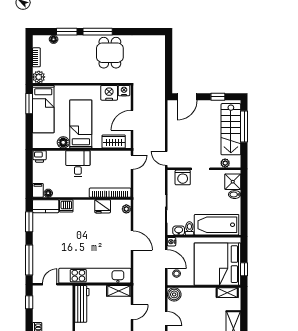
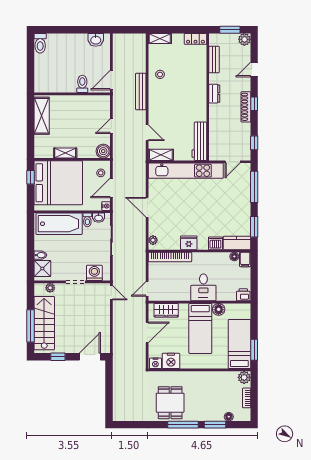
fridge: (103, 206) -> (189, 243), moved
door: (166, 259) -> (111, 188), hinge flipped
shelving: (227, 293) -> (65, 153), moved
door: (132, 312) -> (147, 133), swing flipped
door: (166, 318) -> (111, 126), hinge flipped

